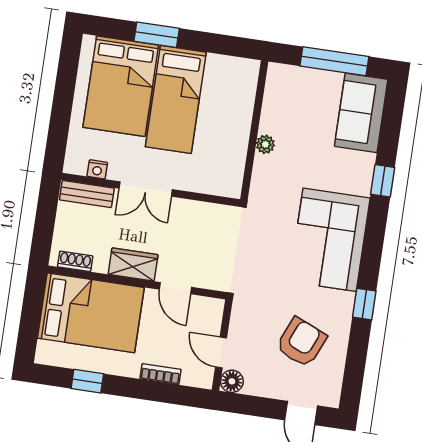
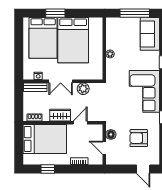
bed: (176, 99) -> (73, 40), width x1.50
plant: (194, 213) -> (83, 89), added
door: (175, 288) -> (80, 123), swing flipped
armchair: (301, 342) -> (139, 138), turned -113
floor lamp: (232, 381) -> (111, 134), moved

